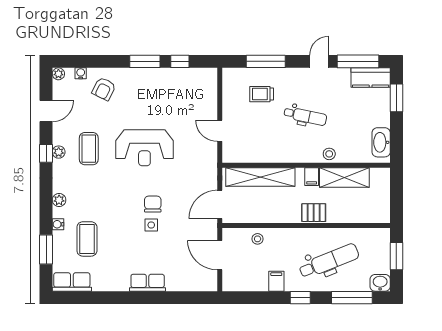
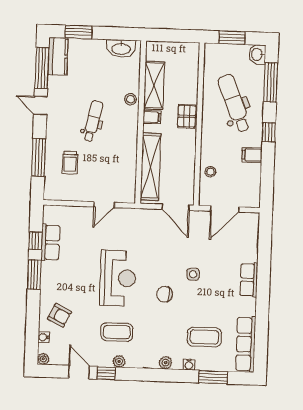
row of seats: (179, 77) -> (50, 242), added
window: (46, 153) -> (106, 373), moved
chair: (153, 204) -> (165, 294), moved
row of seats: (72, 282) -> (246, 344), width x1.48

